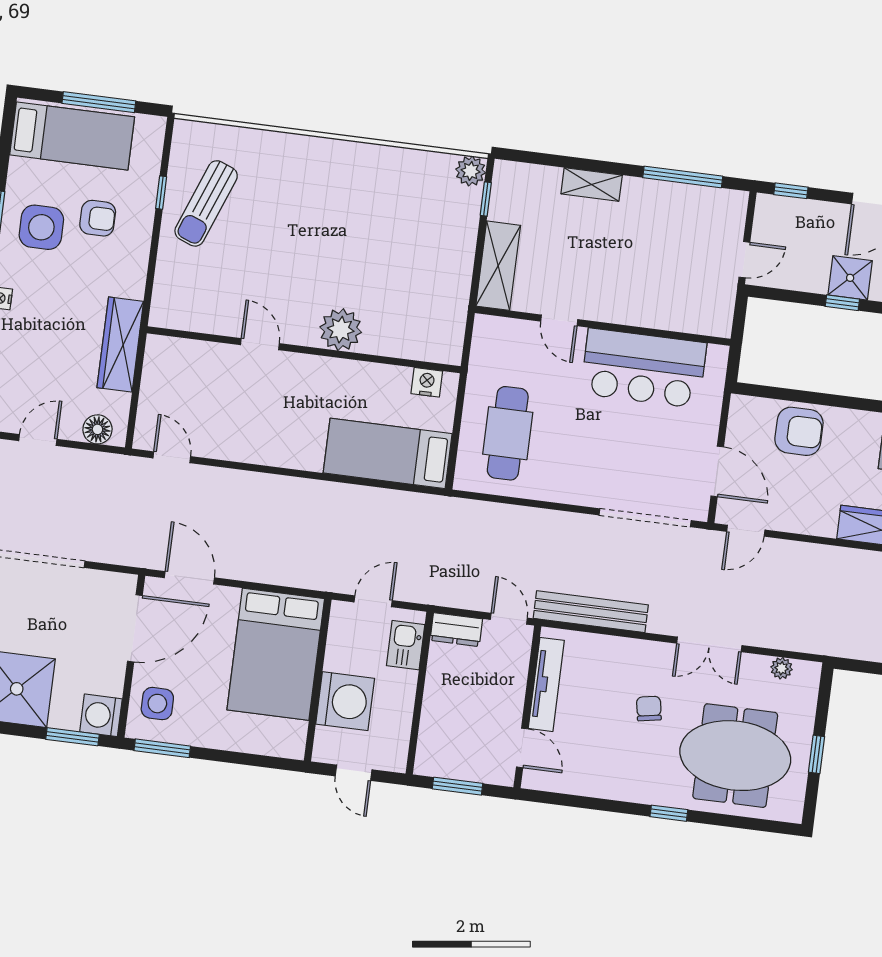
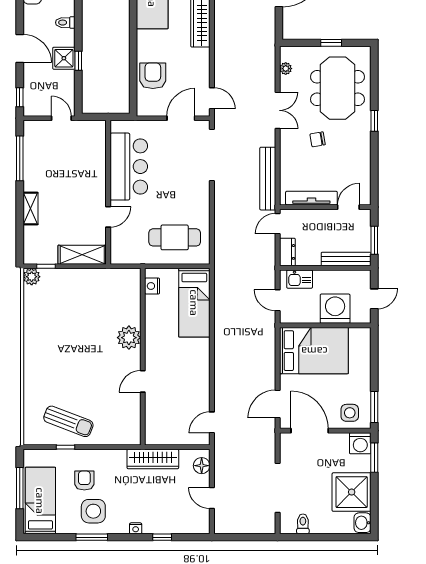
bench: (431, 732) -> (346, 259), added

